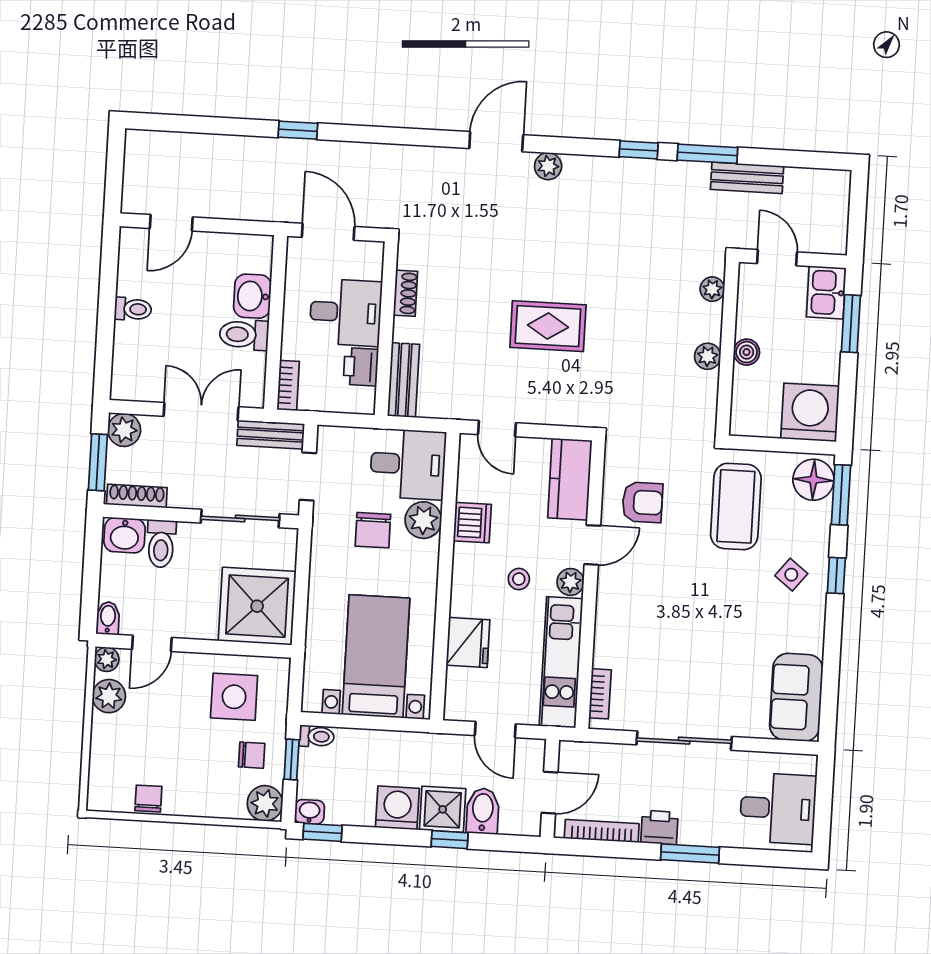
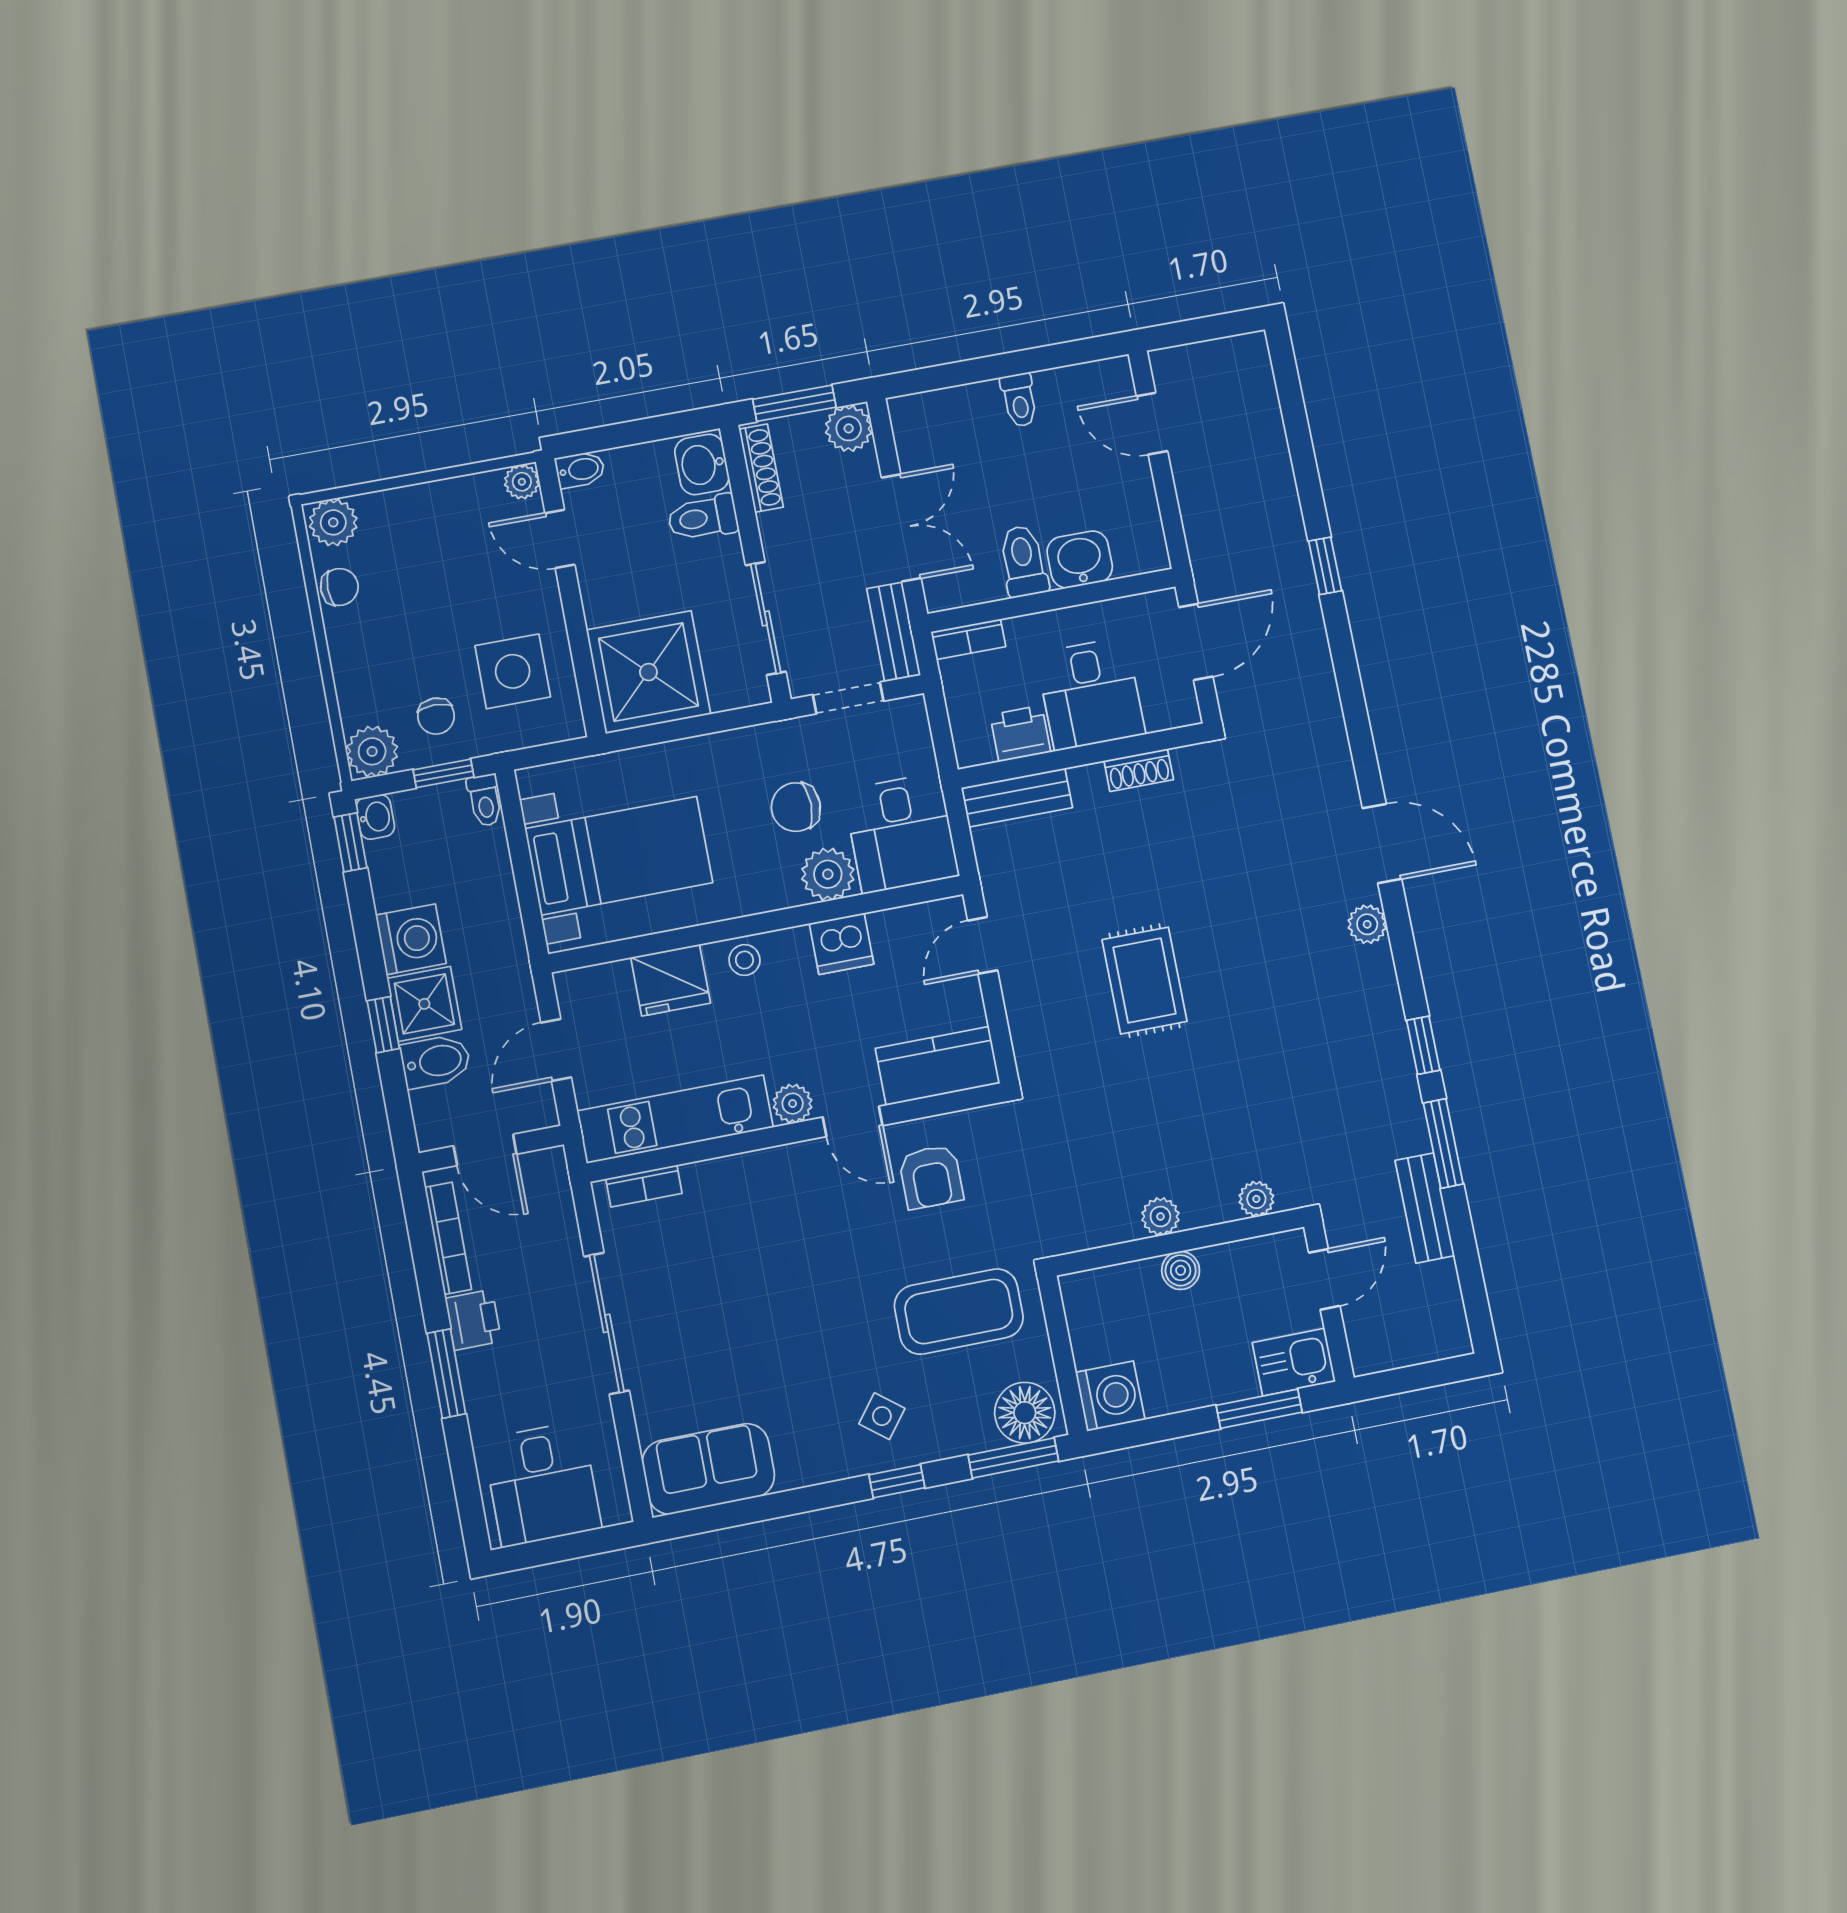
washing machine: (810, 412) -> (1110, 1396), width x0.73, depth x0.73
stool: (519, 579) -> (744, 960), moved
plant: (109, 696) -> (333, 522), moved

